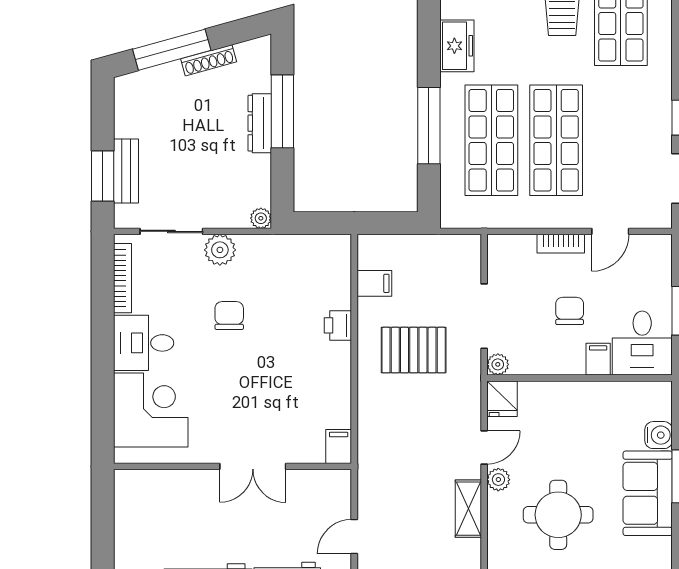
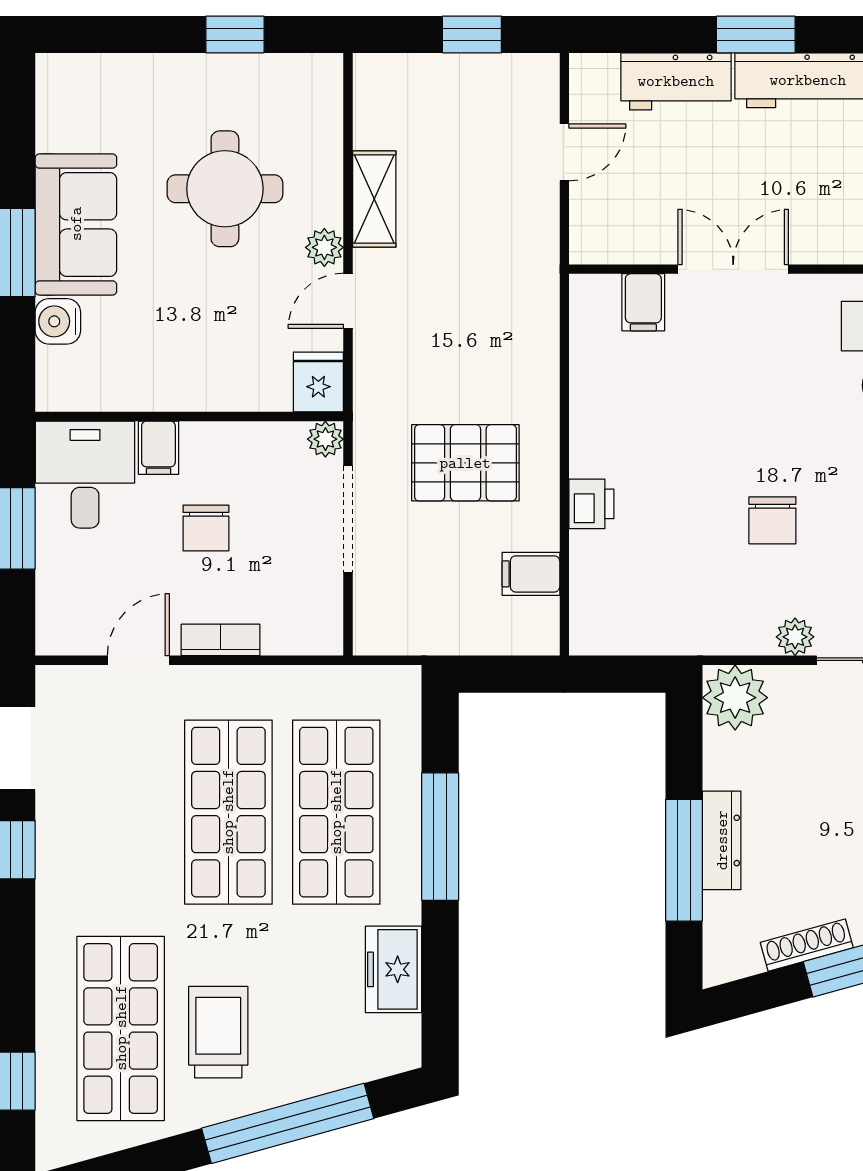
plant: (261, 218) -> (735, 698), width x1.87, depth x1.87
plant: (220, 250) -> (795, 637), width x0.73, depth x0.73
filing cabinet: (339, 447) -> (643, 302), moved

